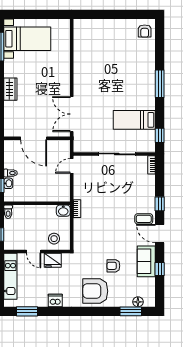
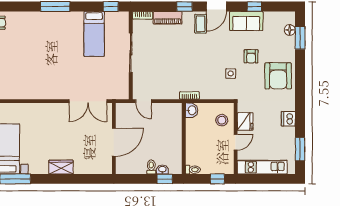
piano: (149, 188) -> (168, 18), added
side table: (97, 247) -> (231, 74), added

